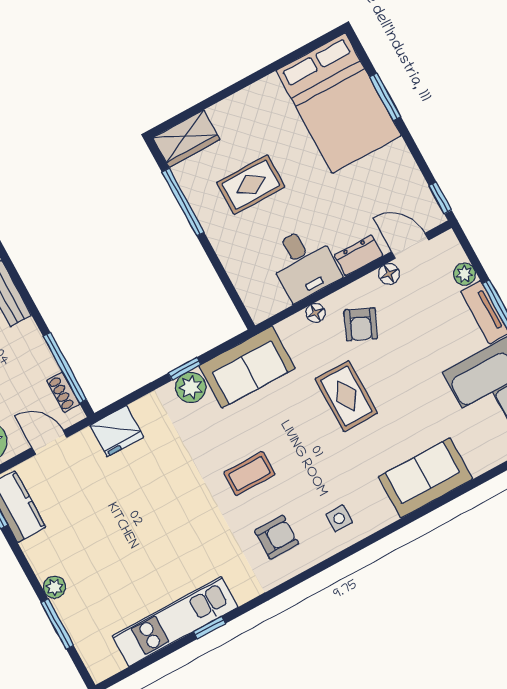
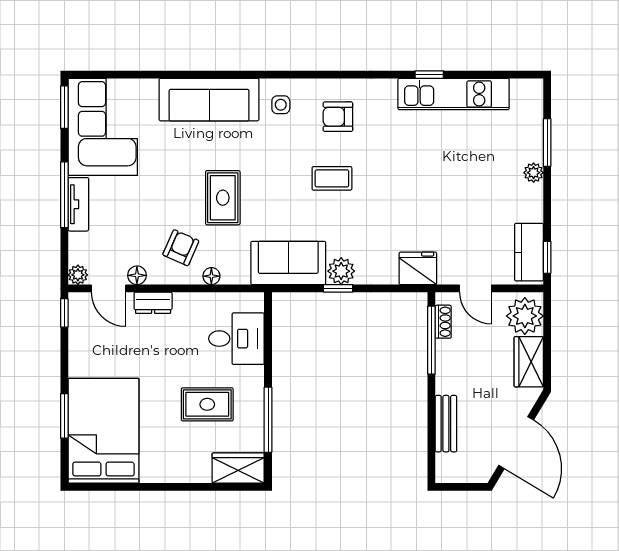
desk: (303, 264) -> (236, 339), moved, turned 90
plant: (465, 274) -> (78, 275), moved
sofa: (425, 478) -> (209, 100), width x1.36

